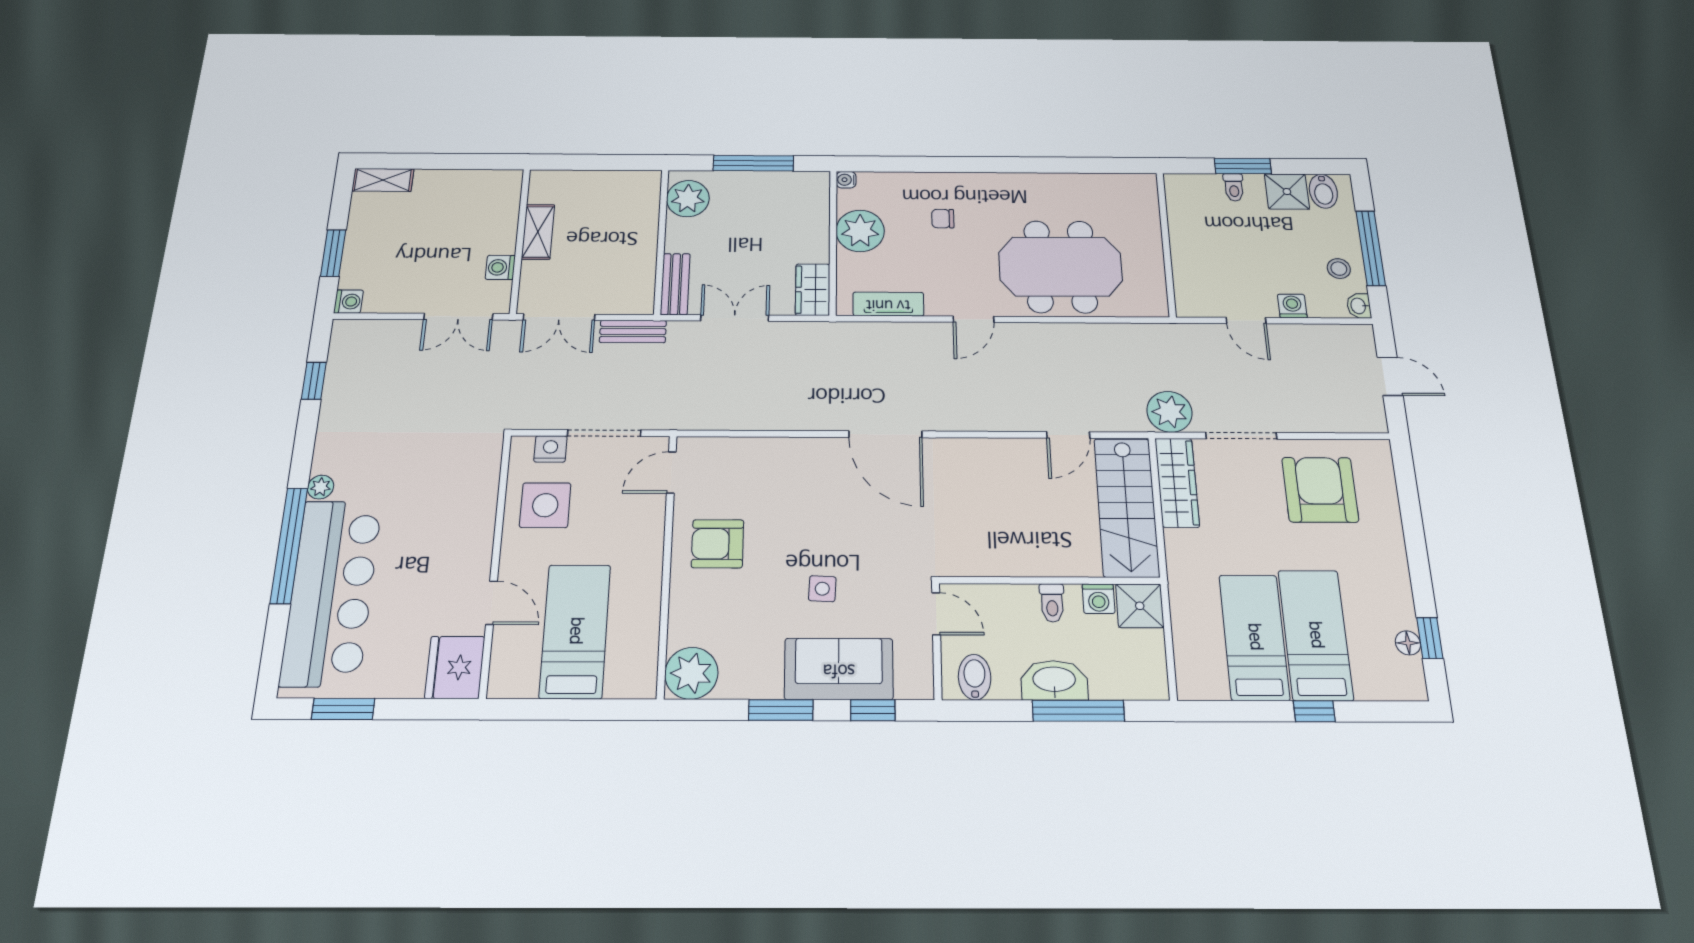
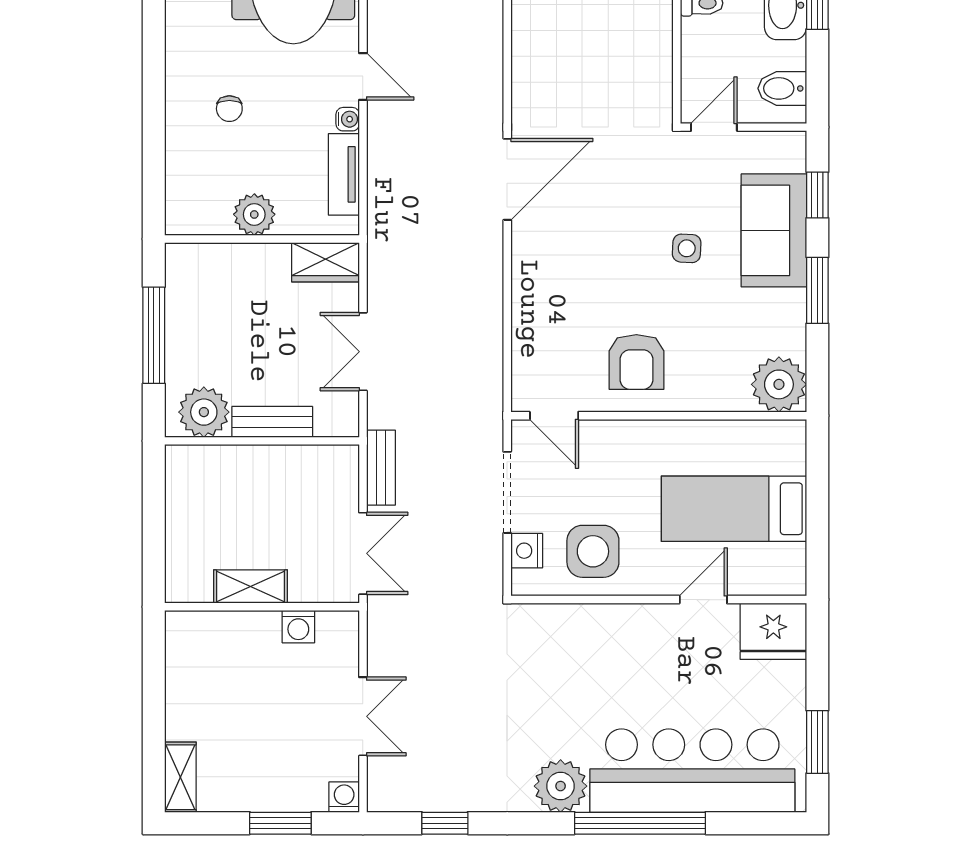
water cooler: (846, 180) -> (348, 119), moved, turned -90
plant: (860, 231) -> (254, 214), width x0.73, depth x0.73
bench: (675, 284) -> (272, 422), moved
double door: (458, 317) -> (363, 716), moved
plant: (321, 487) -> (561, 786), width x1.87, depth x1.87

